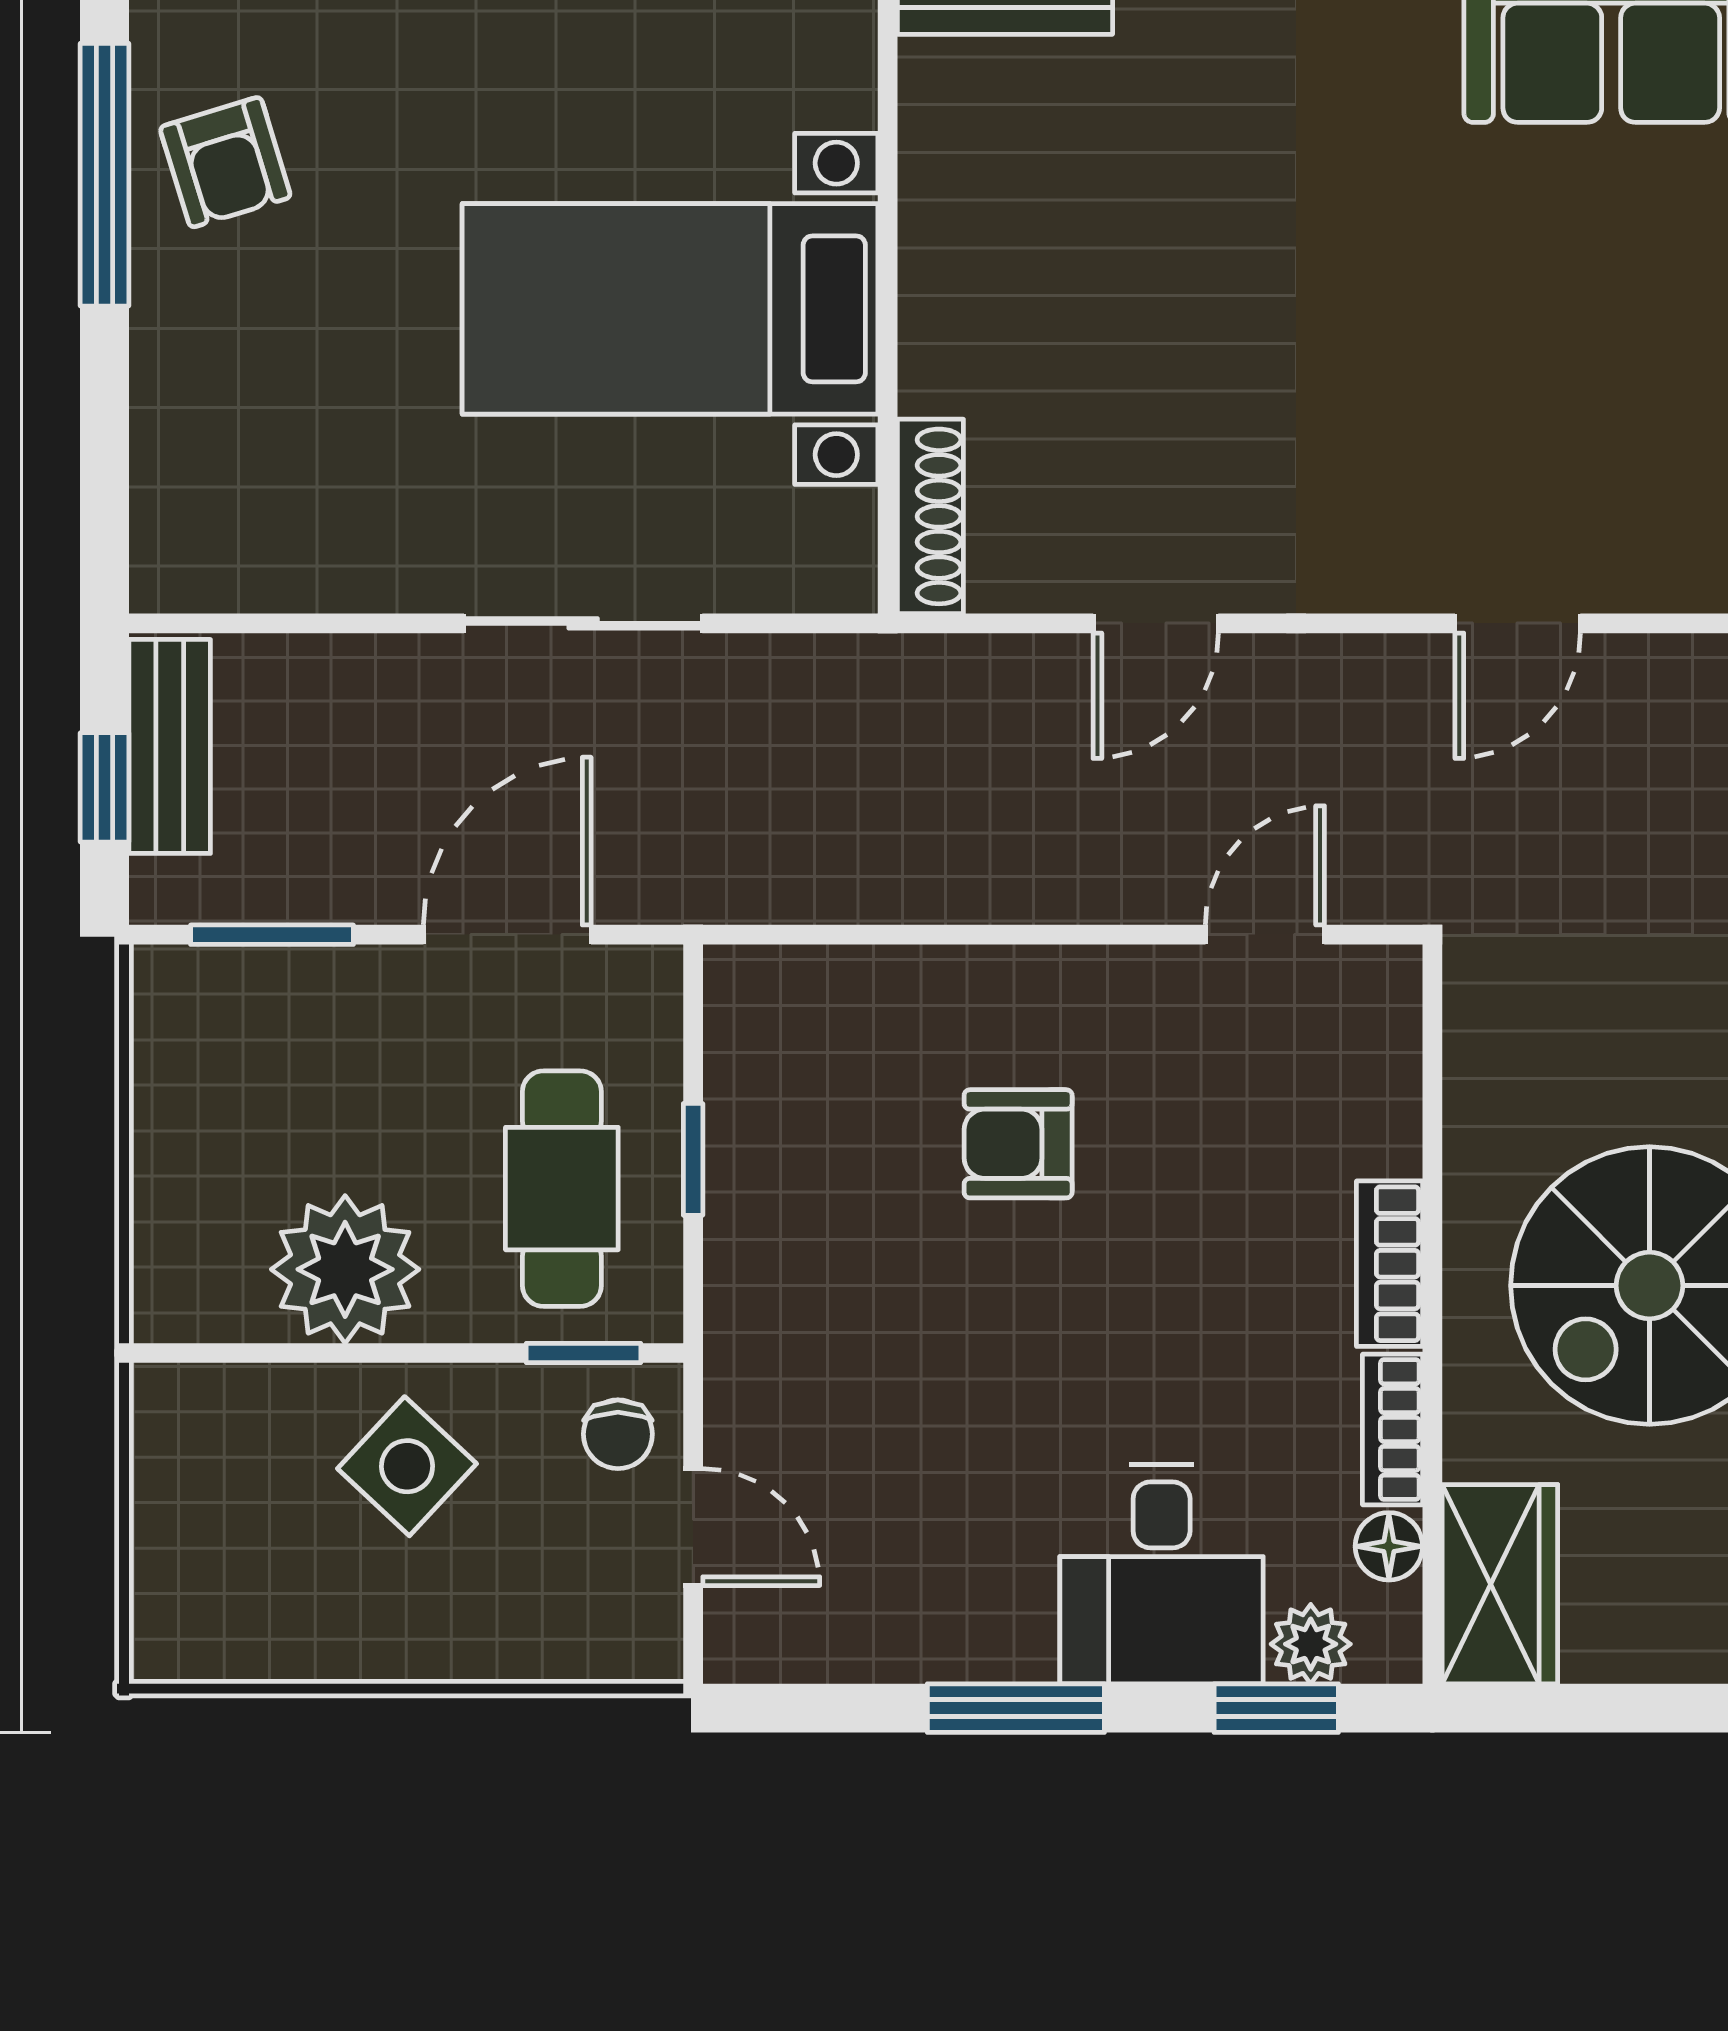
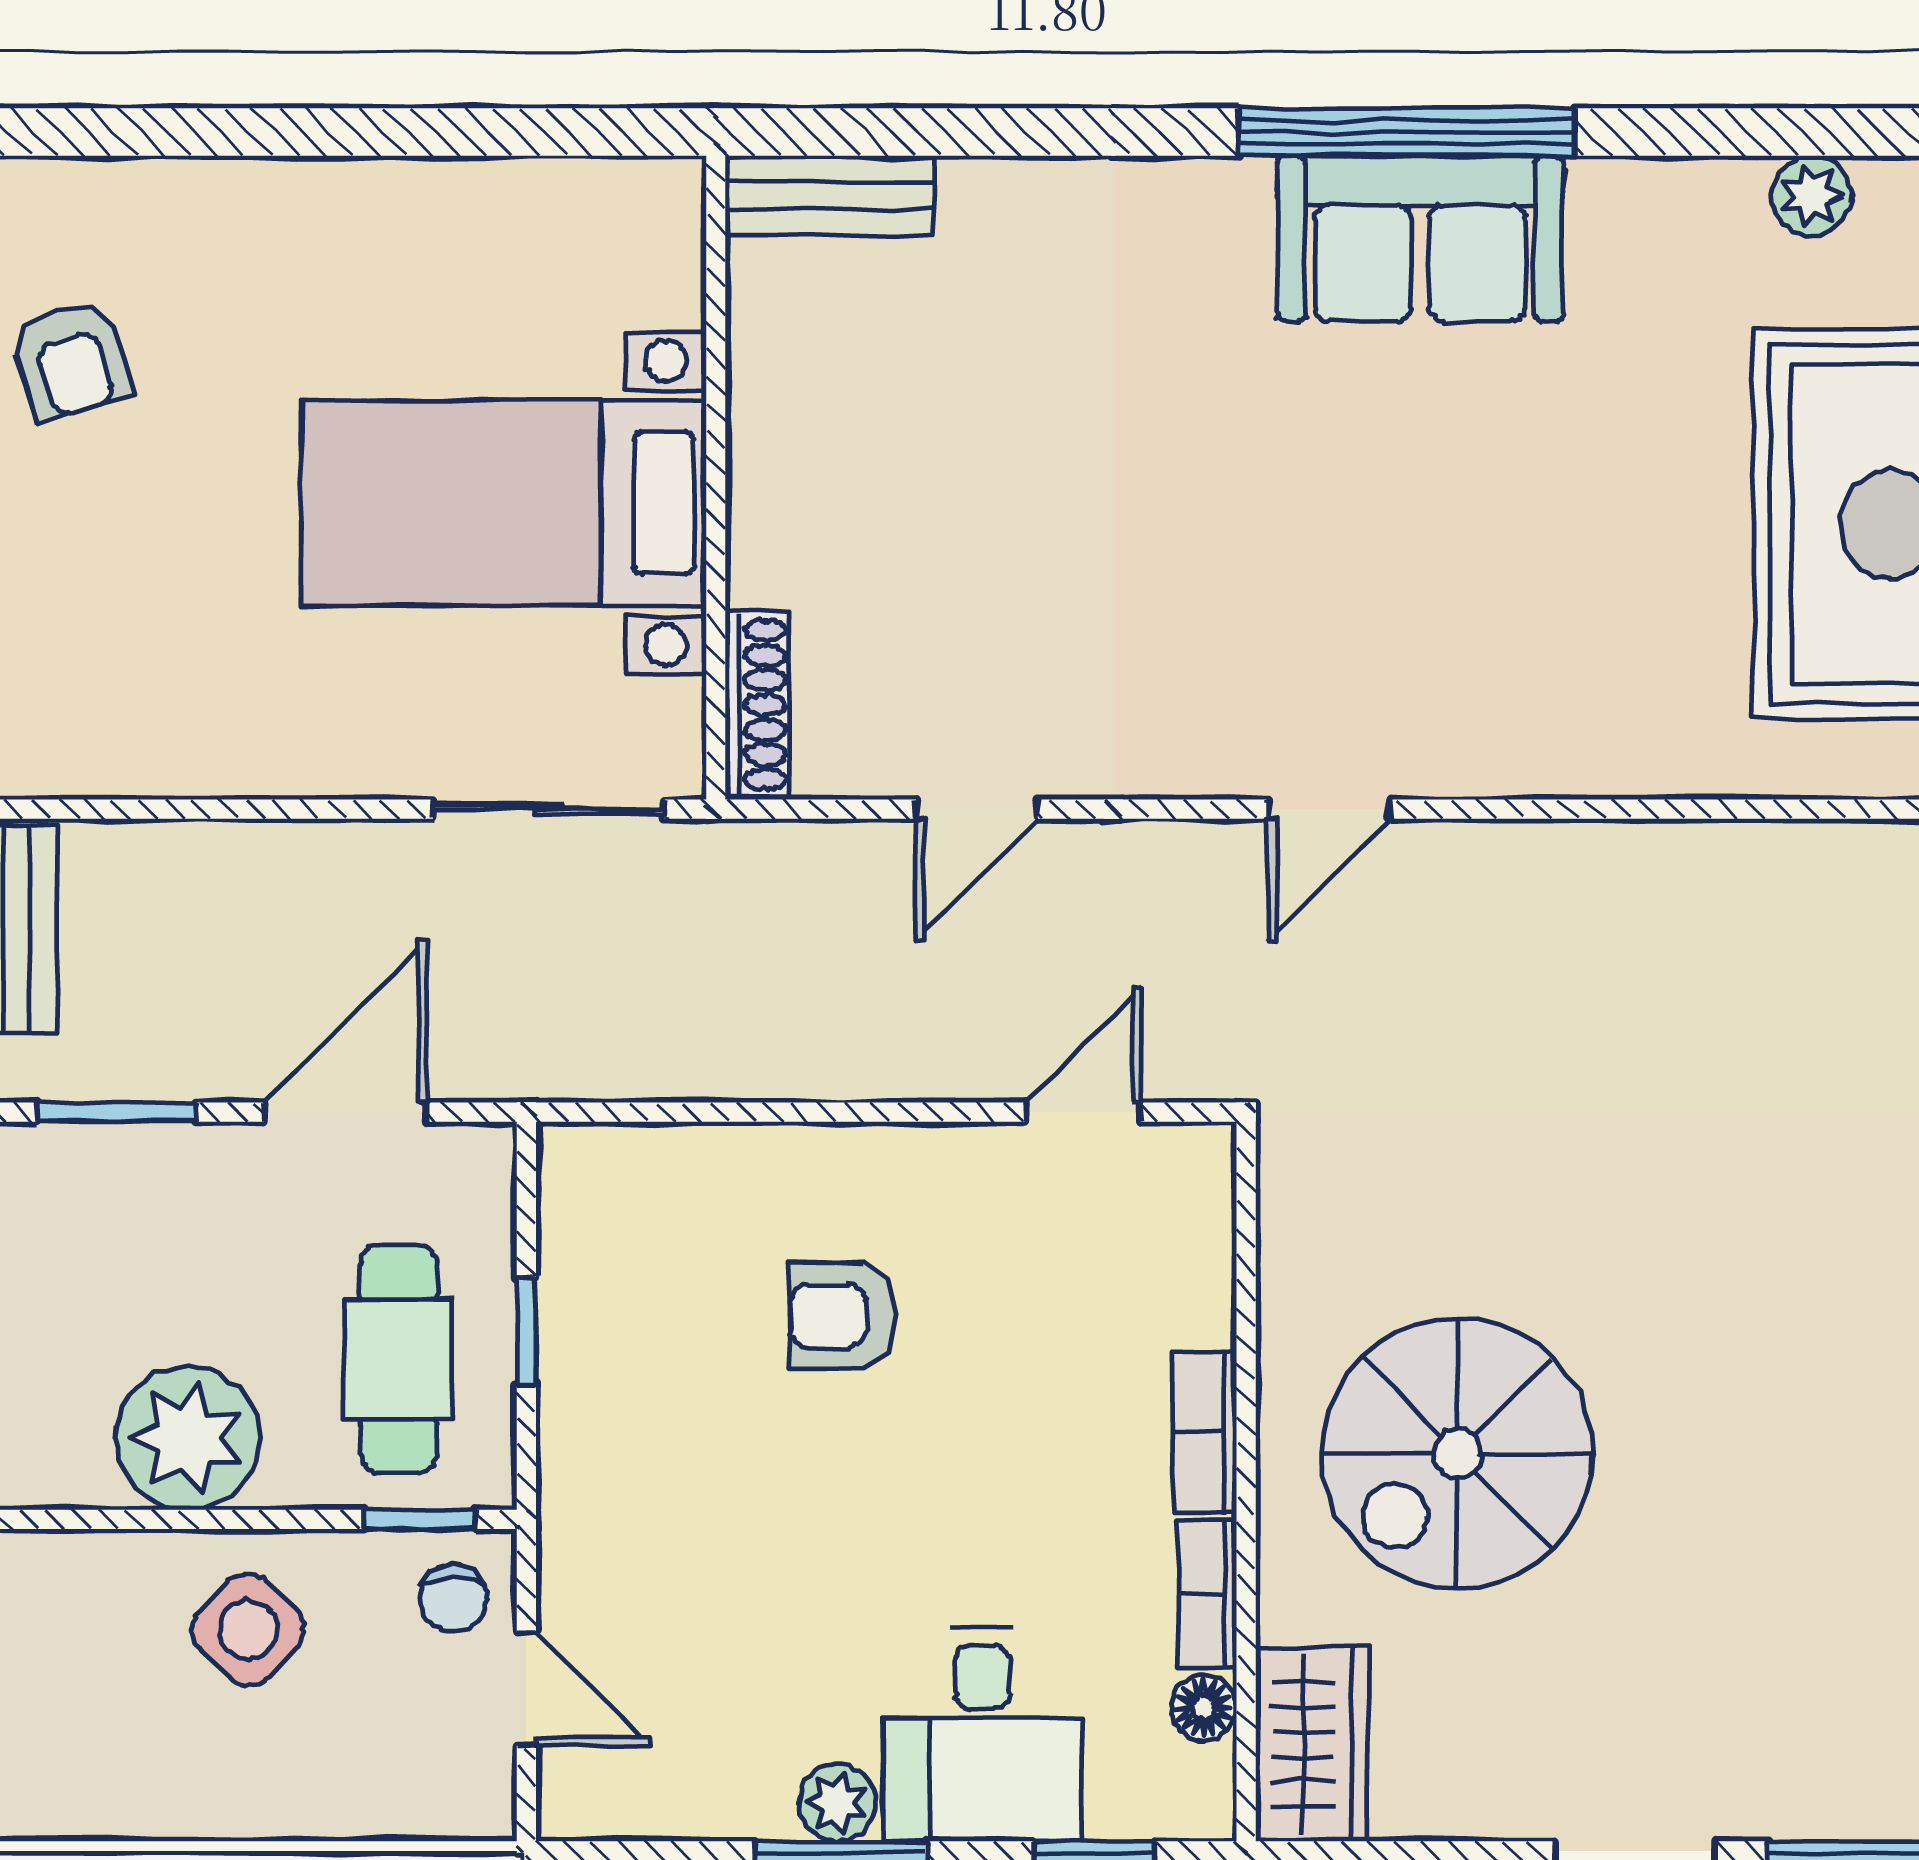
sliding door: (583, 623) -> (549, 809), moved
plant: (1311, 1644) -> (837, 1803), moved

